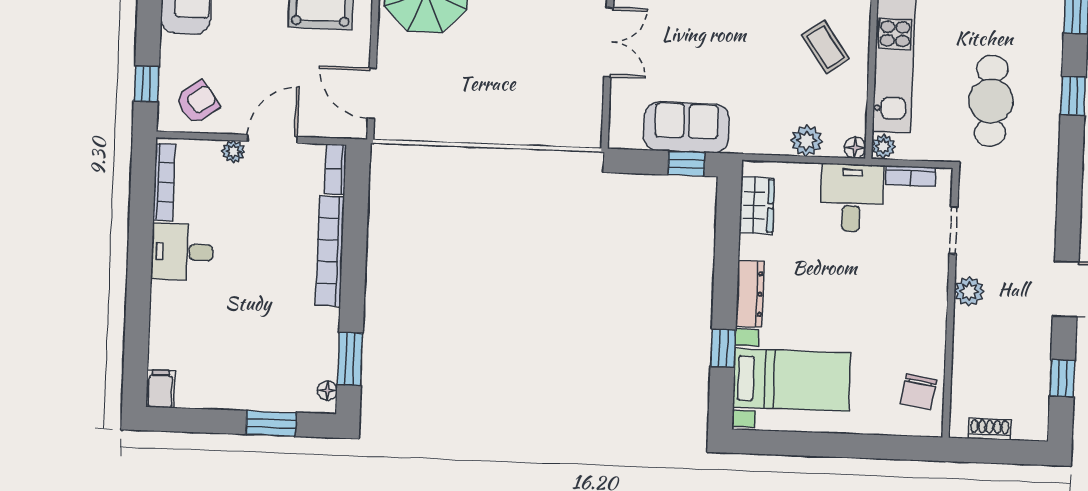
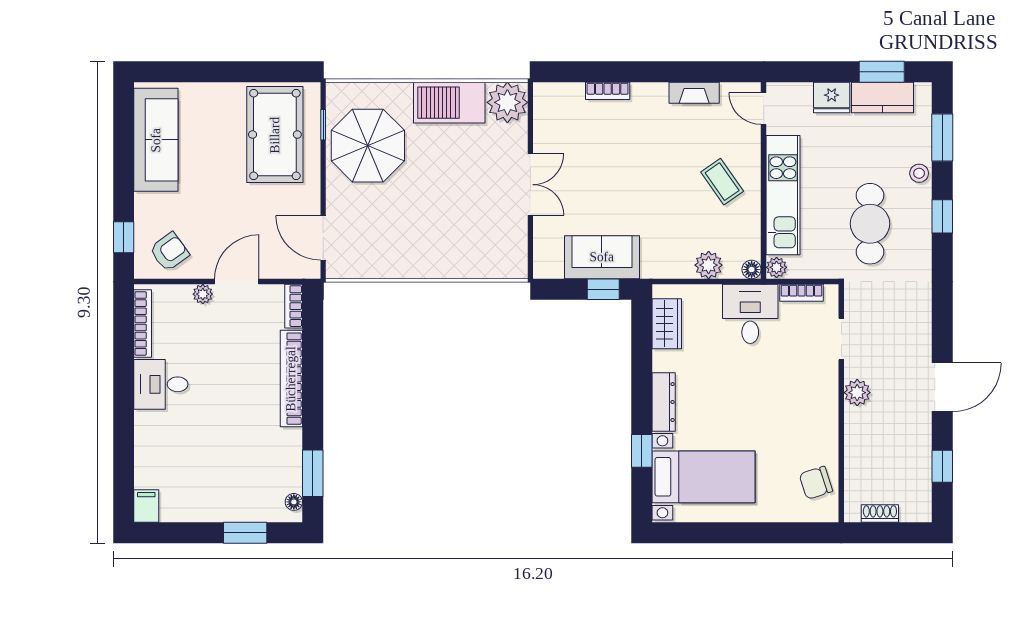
stool: (1049, 46) -> (919, 173), added
chair: (919, 392) -> (816, 483), turned 62

